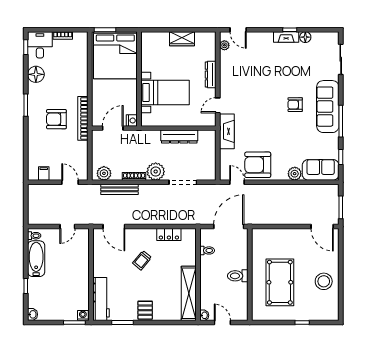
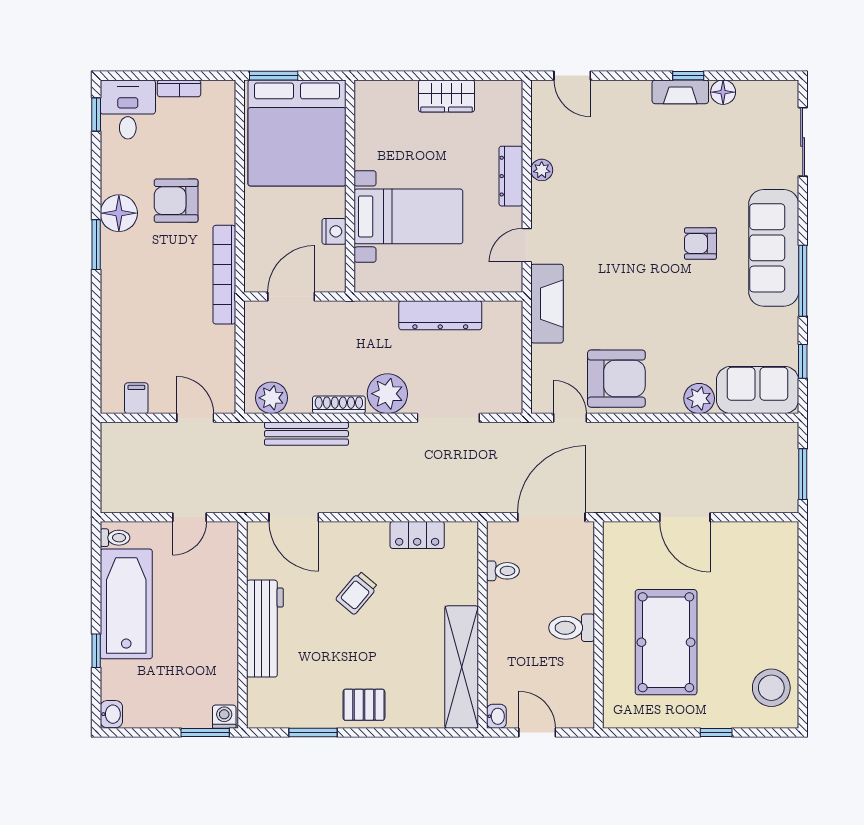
plant: (224, 45) -> (542, 170), moved
floor lamp: (36, 74) -> (119, 213), moved
armchair: (56, 119) -> (176, 201), moved
nightstand: (132, 121) -> (334, 231), moved
armchair: (258, 165) -> (616, 379), turned 180
door: (322, 227) -> (685, 517), moved
bathtub: (36, 259) -> (126, 604), width x1.36, depth x1.36
stool: (324, 281) -> (771, 688), moved
workbench: (101, 299) -> (265, 629), moved
pallet: (145, 310) -> (364, 705), turned 90

